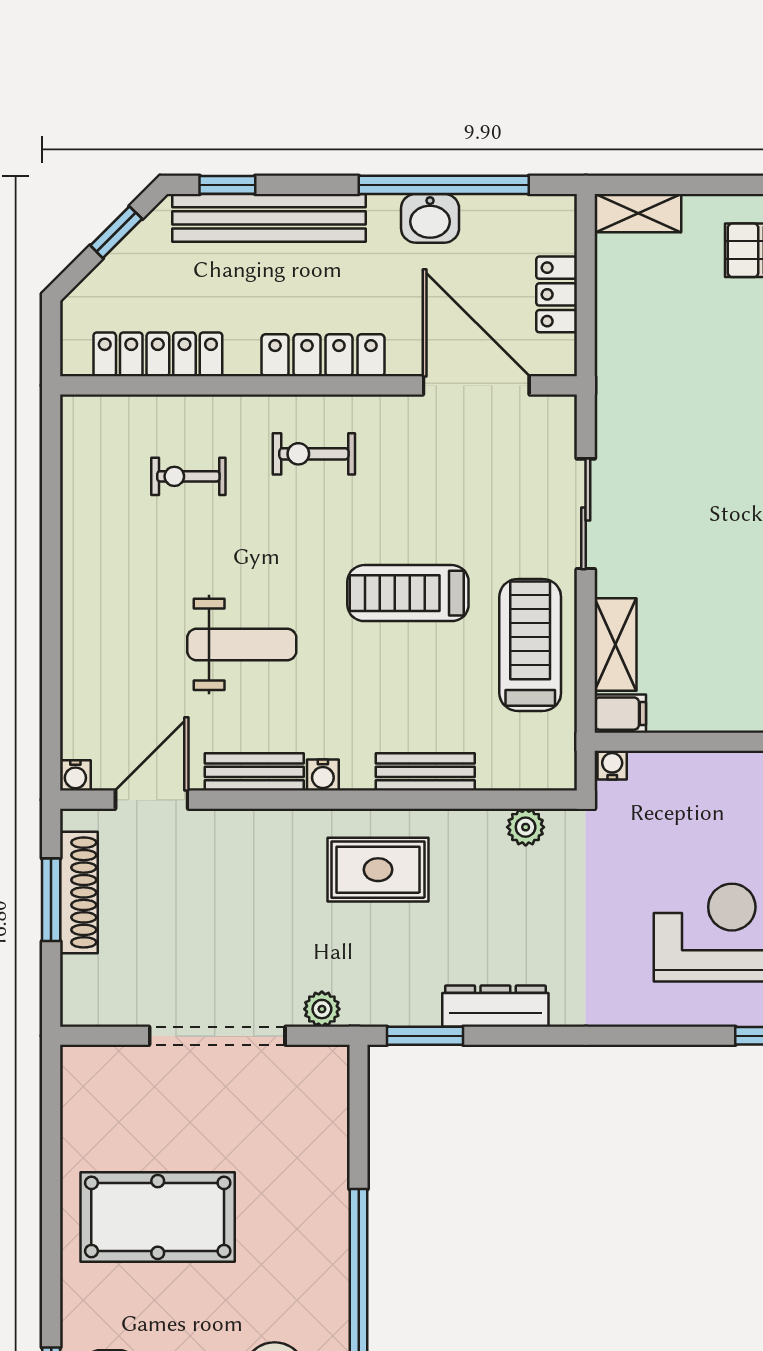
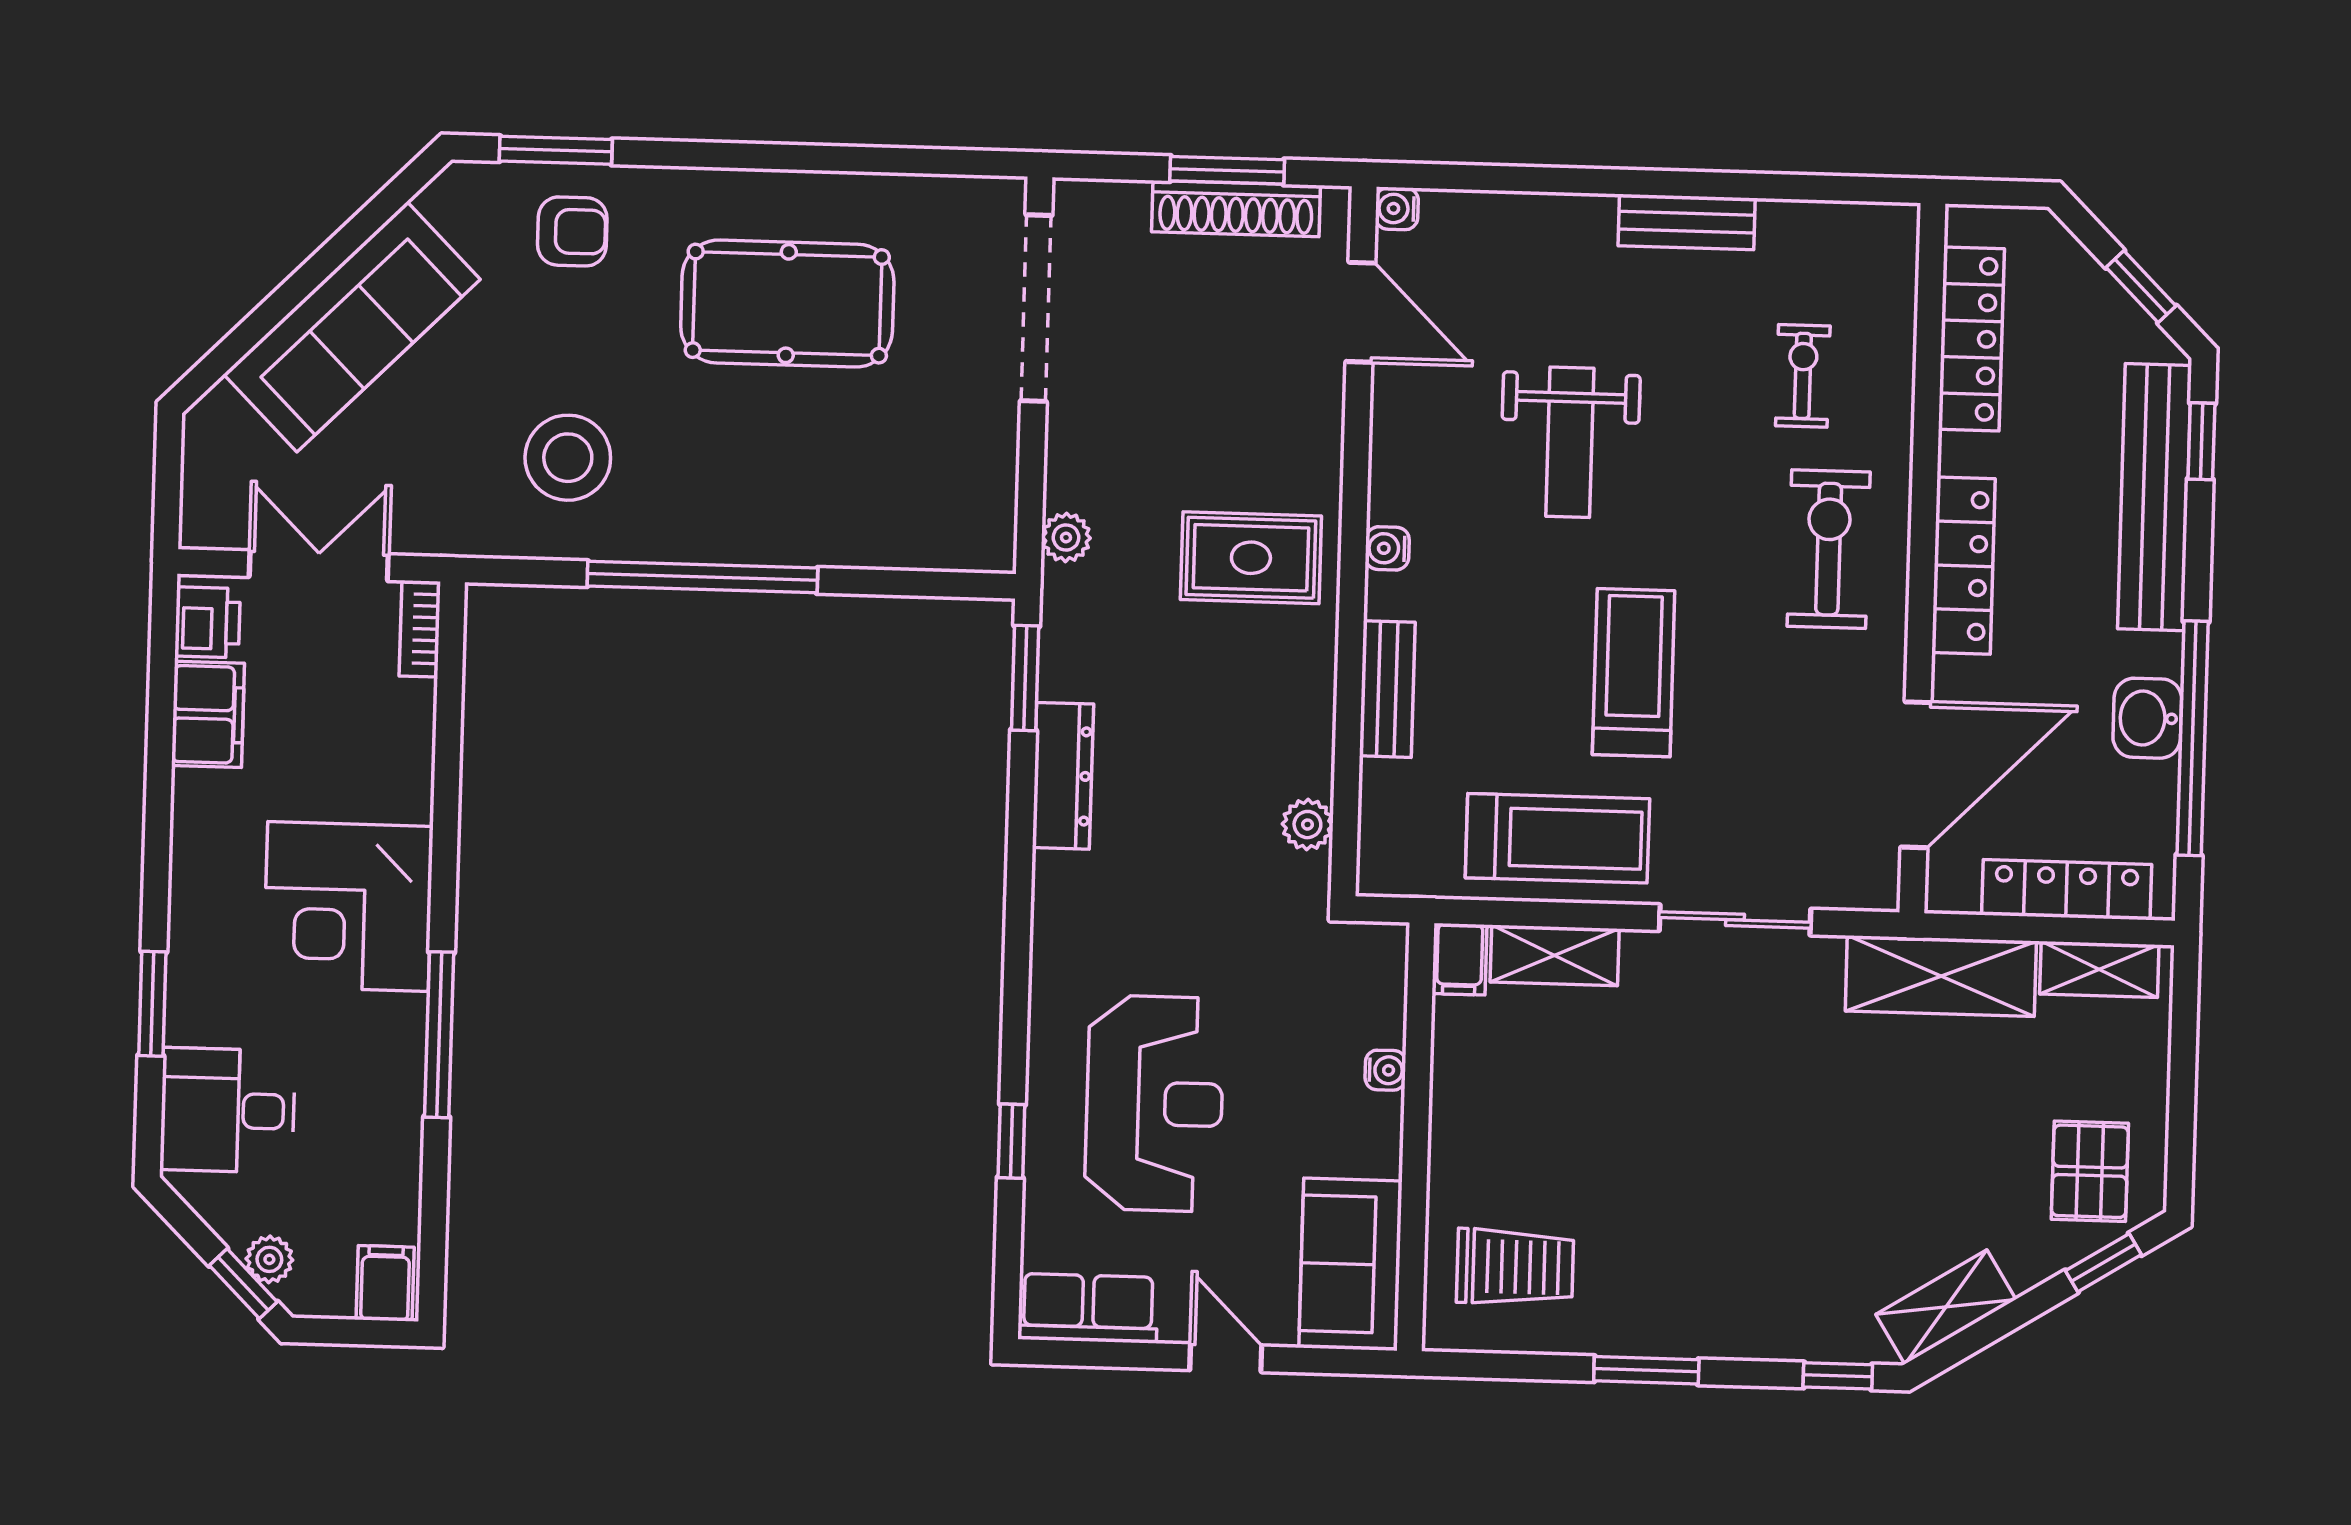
shelving: (638, 213) -> (2099, 969), moved, turned 90
locker: (557, 294) -> (2067, 890), width x1.53
shelving: (622, 363) -> (1941, 976), added
exercise bike: (314, 454) -> (1829, 549), width x1.38, depth x1.39
water cooler: (612, 765) -> (1385, 1070), moved
bench: (254, 772) -> (1687, 222), moved, turned 90
rug: (378, 870) -> (1251, 558), moved, turned 90
doorway: (217, 1036) -> (1036, 308), moved
pool table: (158, 1217) -> (787, 304), turned 90

